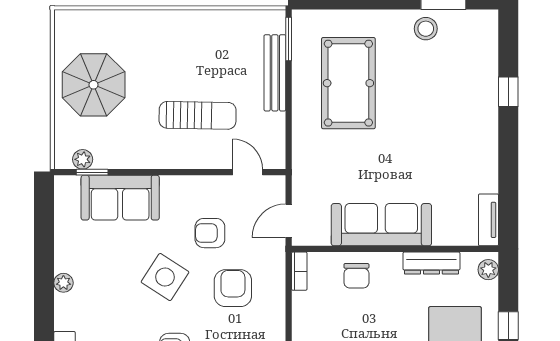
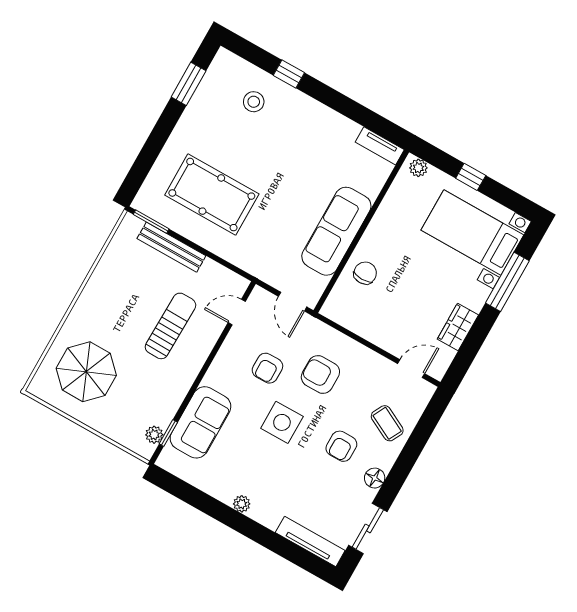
stool: (426, 29) -> (254, 102), moved
parasol: (94, 85) -> (86, 372), moved
dresser: (431, 263) -> (388, 209), removed
bookcase: (299, 271) -> (336, 315), removed
chair: (356, 276) -> (365, 273), turned -90
side table: (165, 277) -> (282, 422), turned -33

